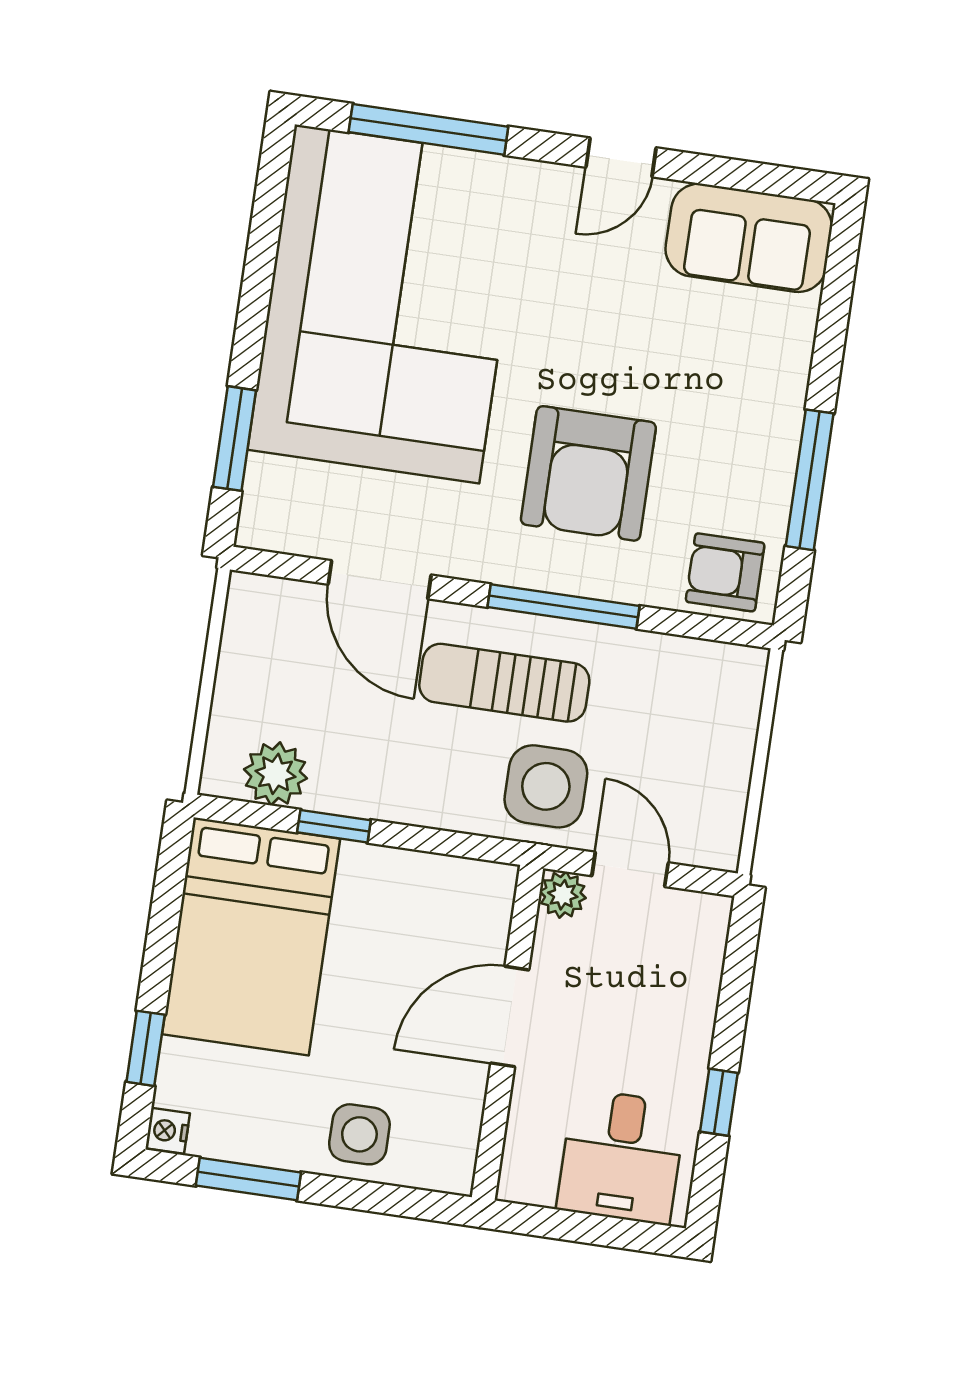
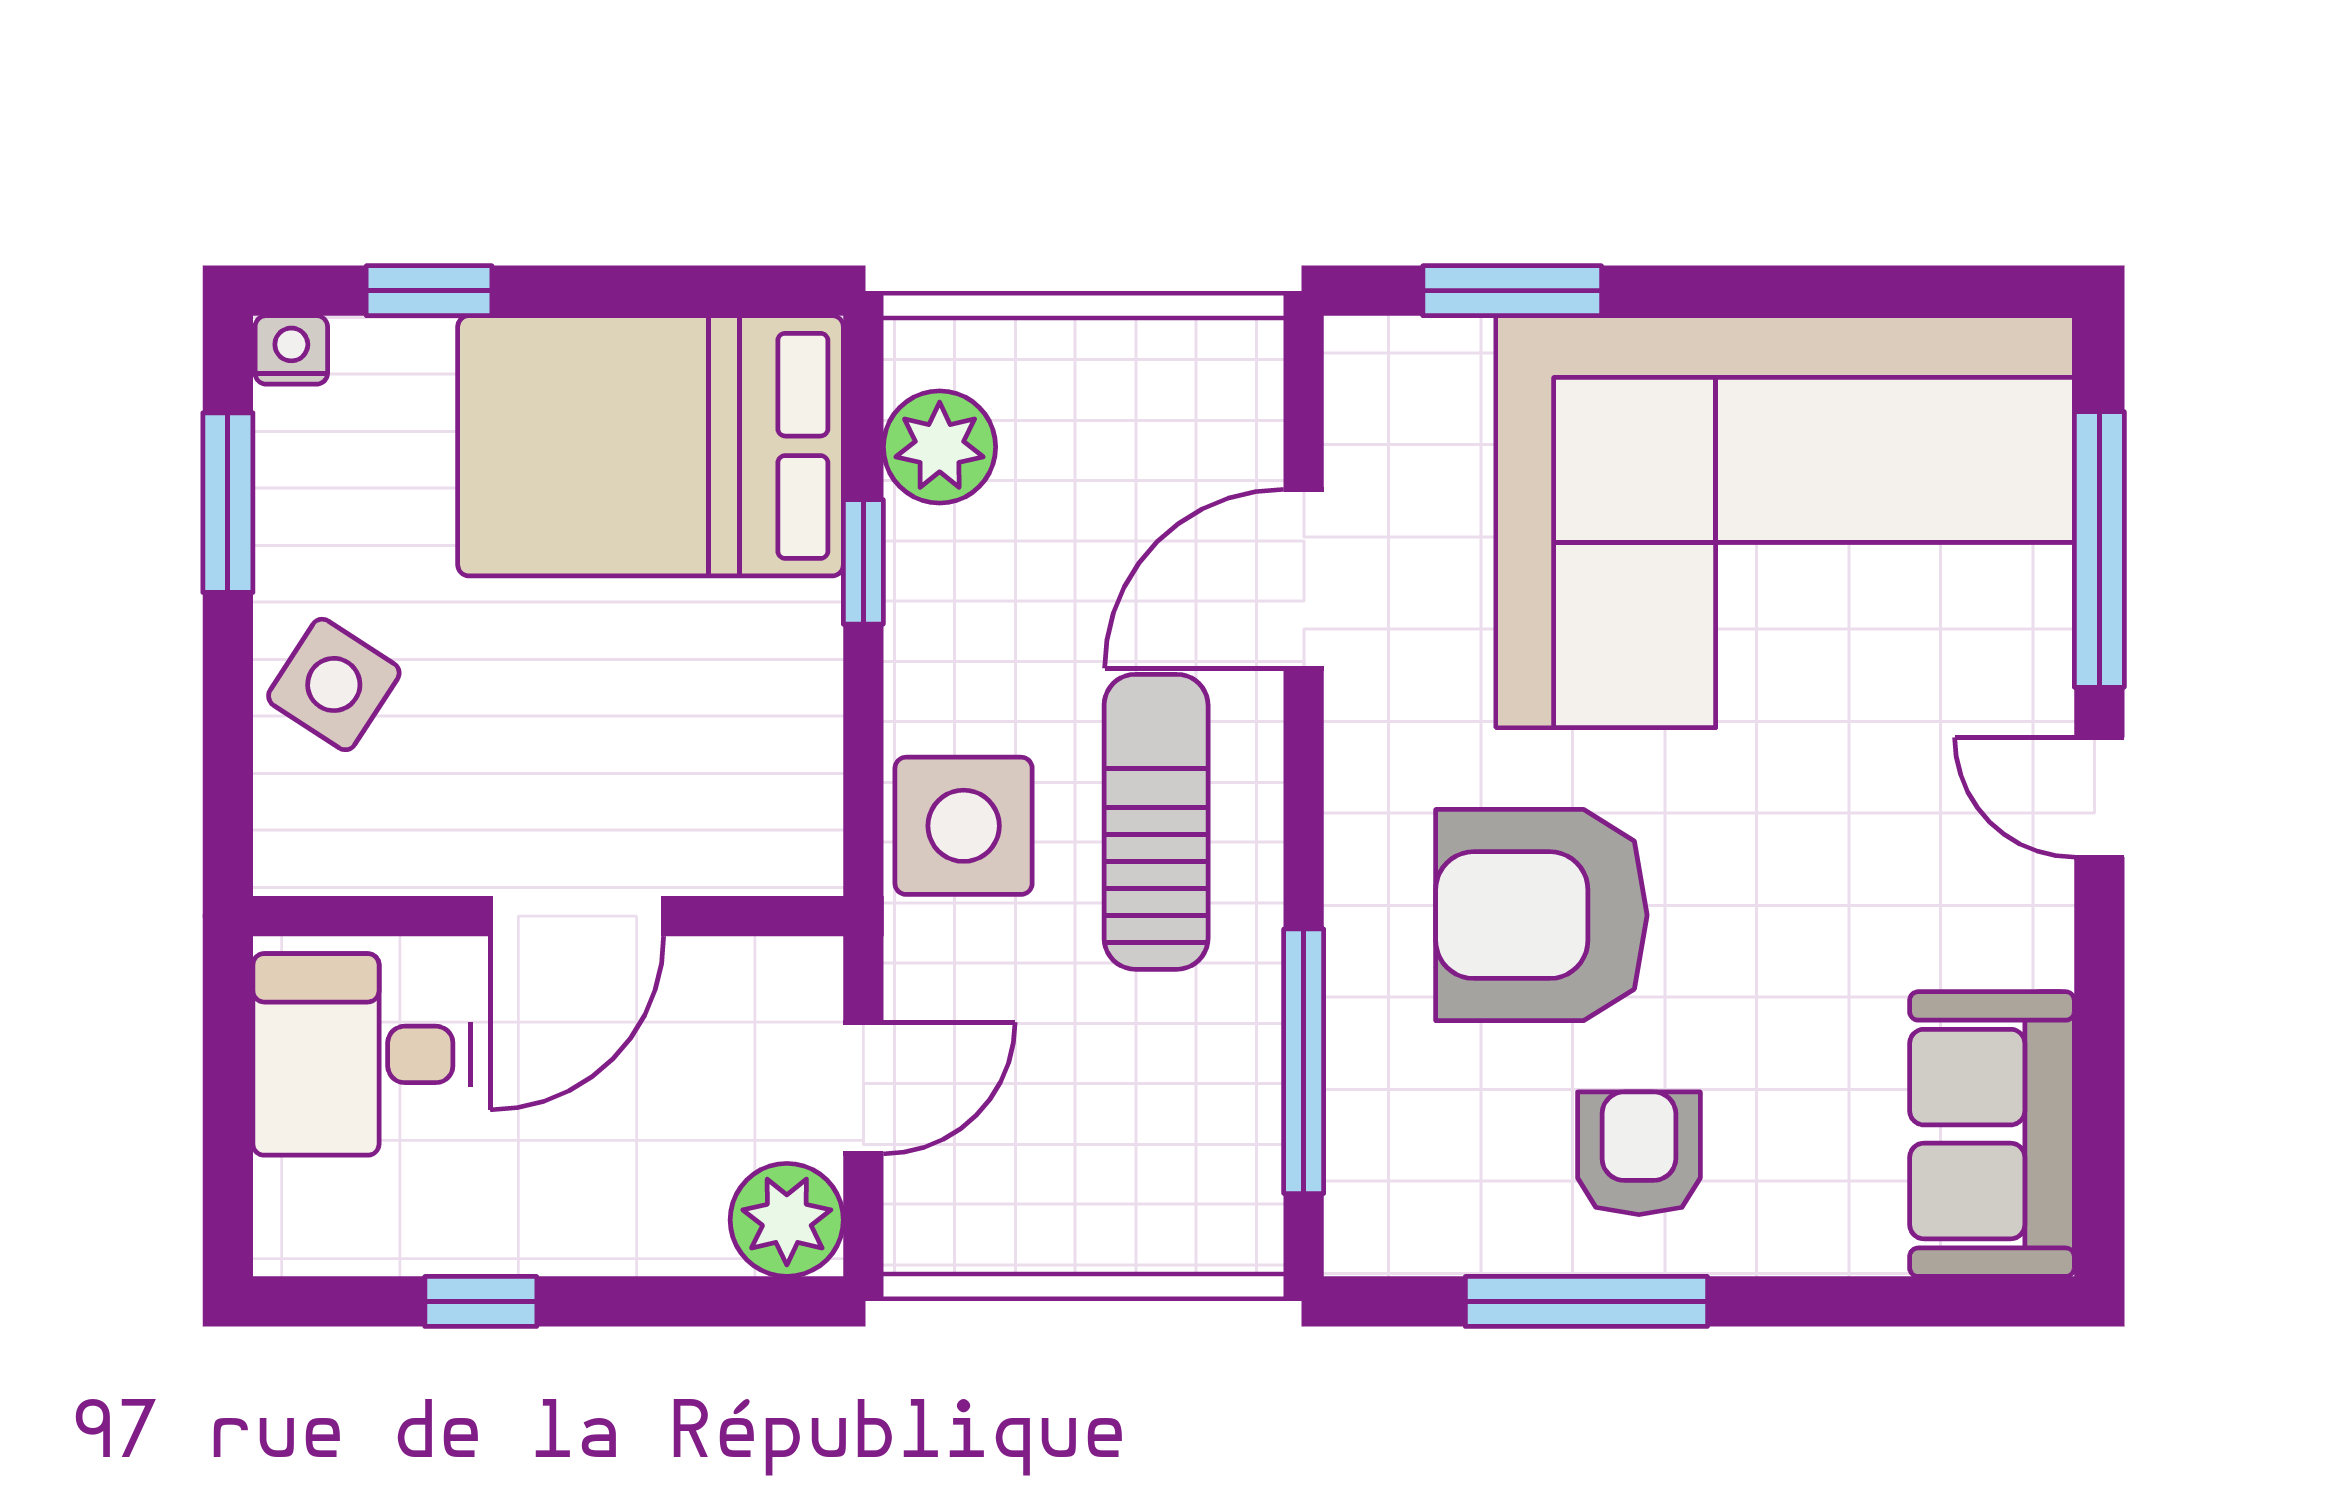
door: (621, 157) -> (2099, 797), moved
armchair: (725, 572) -> (1639, 1153), moved
window: (563, 606) -> (1304, 1061), moved
side table: (546, 786) -> (964, 826), moved
plant: (563, 895) -> (787, 1220), moved, width x1.38, depth x1.38
door: (510, 1016) -> (577, 916), swing flipped
side table: (359, 1134) -> (334, 684), turned 33
desk: (621, 1157) -> (362, 1054), moved

